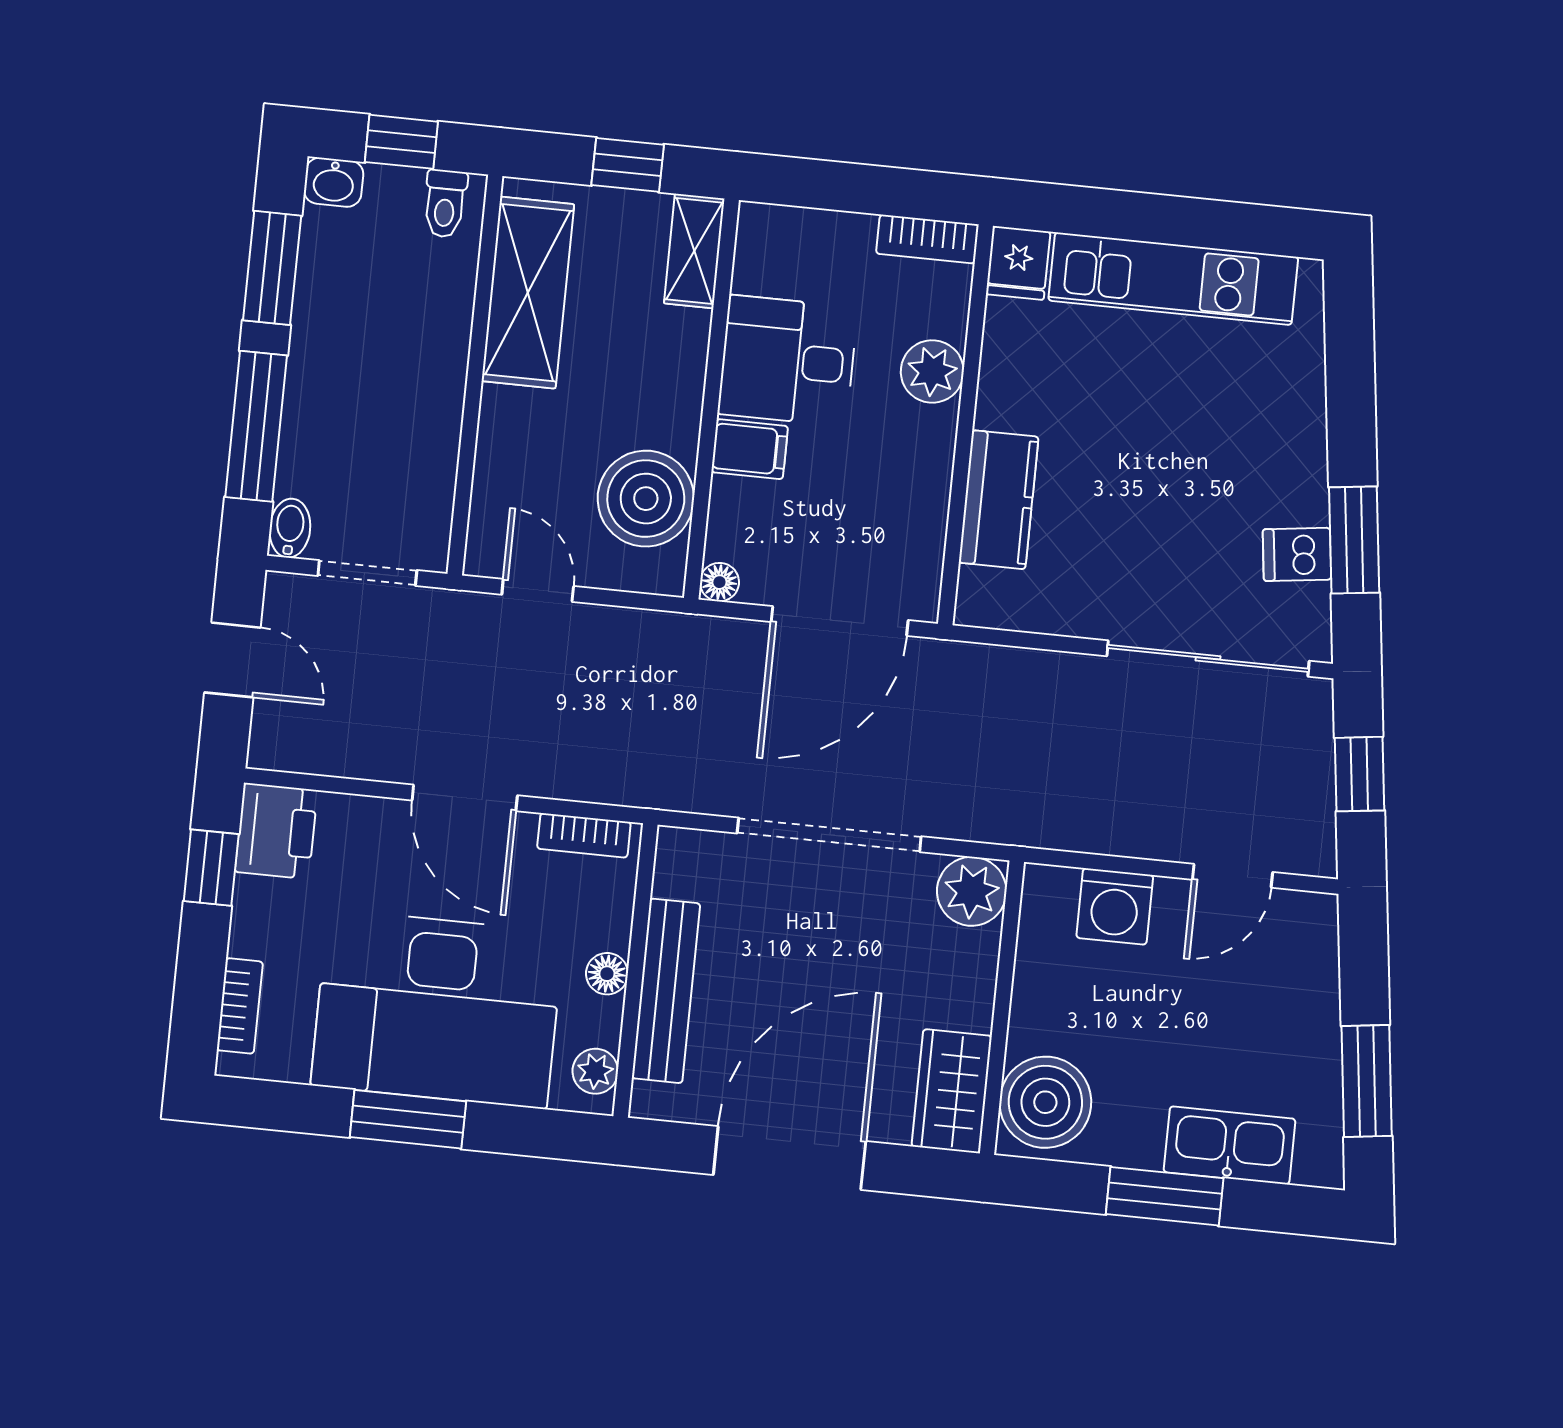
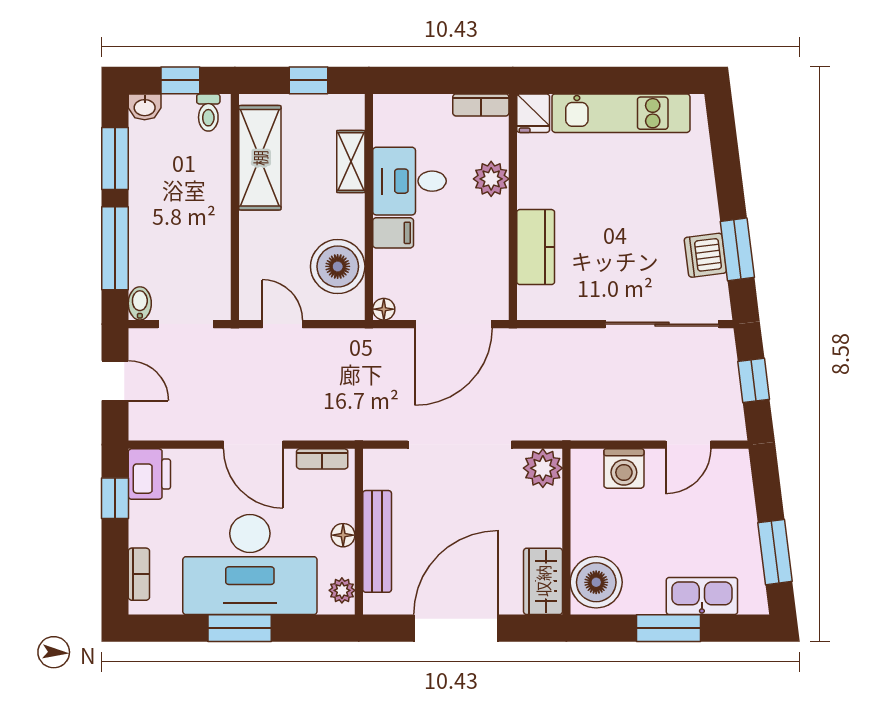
shelving: (694, 251) -> (351, 162), moved
dishwasher: (1297, 554) -> (705, 255), width x1.38

